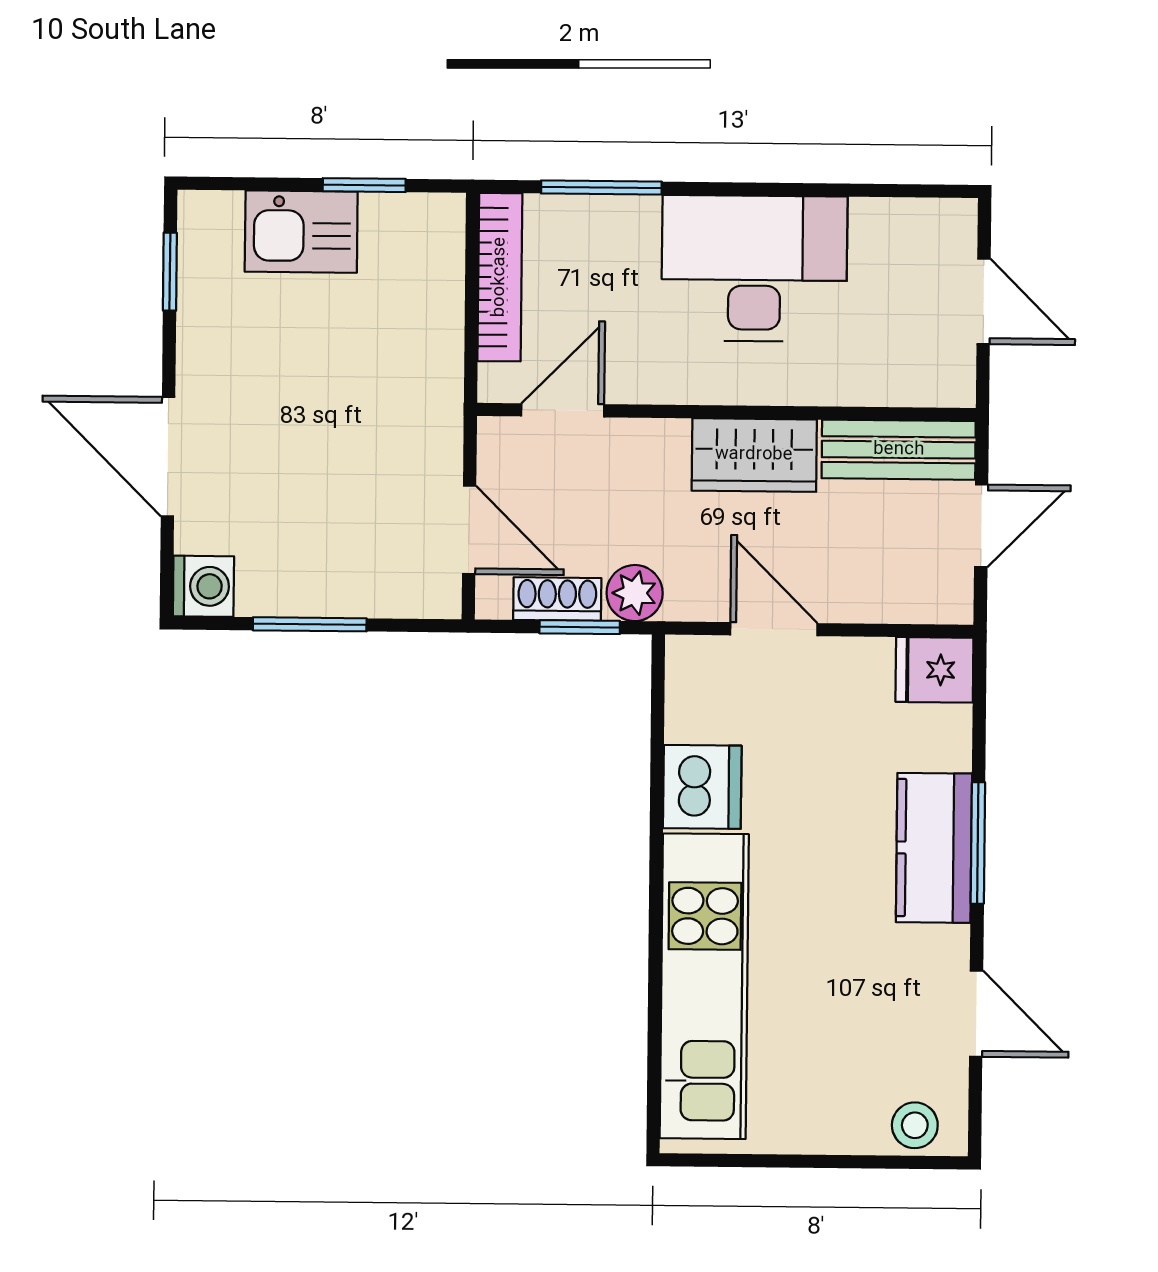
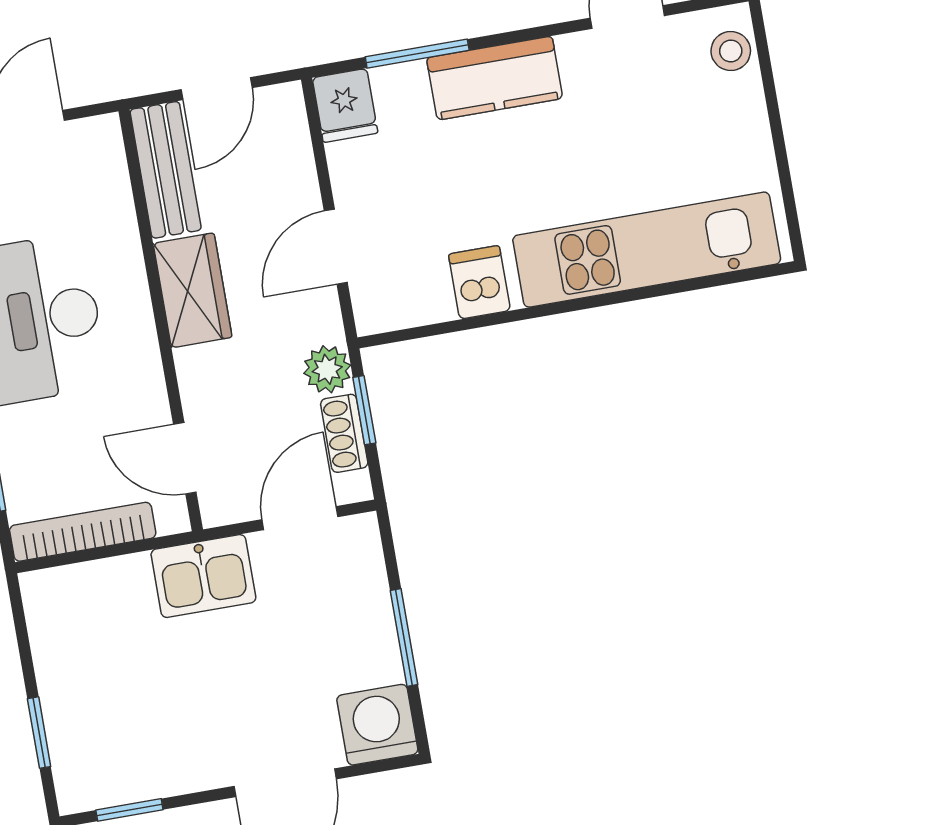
window: (364, 185) -> (39, 733), moved
kitchen sink: (301, 232) -> (203, 576), moved, turned 90
door: (981, 526) -> (217, 89), swing flipped
washing machine: (203, 586) -> (377, 725), width x1.38, depth x1.38
dishwasher: (702, 787) -> (479, 282), width x0.73
window: (978, 843) -> (417, 54), moved

